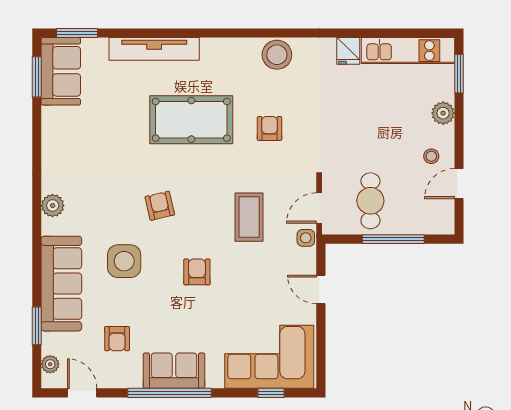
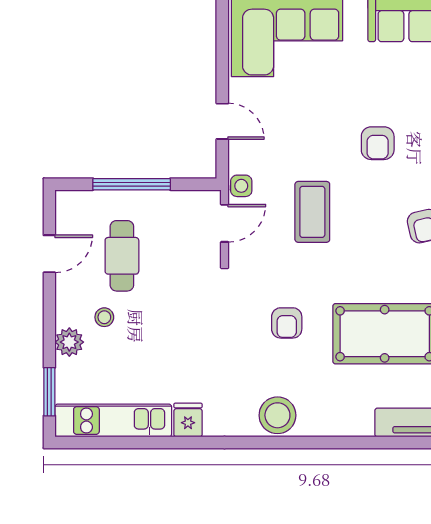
stool: (431, 156) -> (104, 317), moved
cafe table: (370, 201) -> (122, 256), moved

